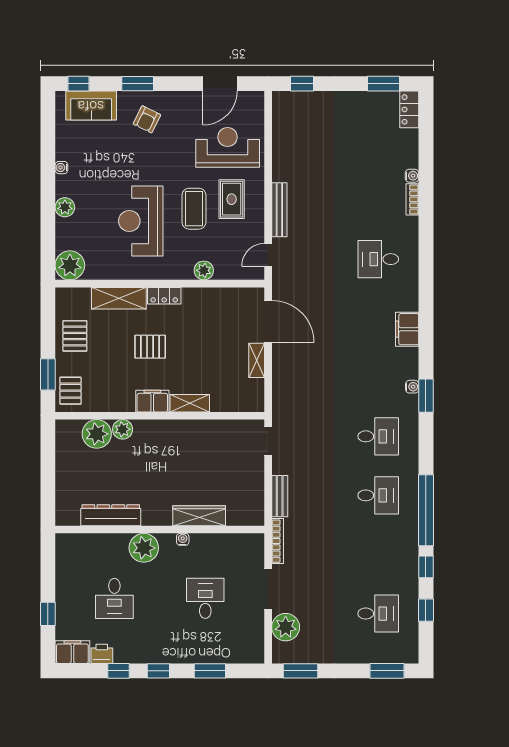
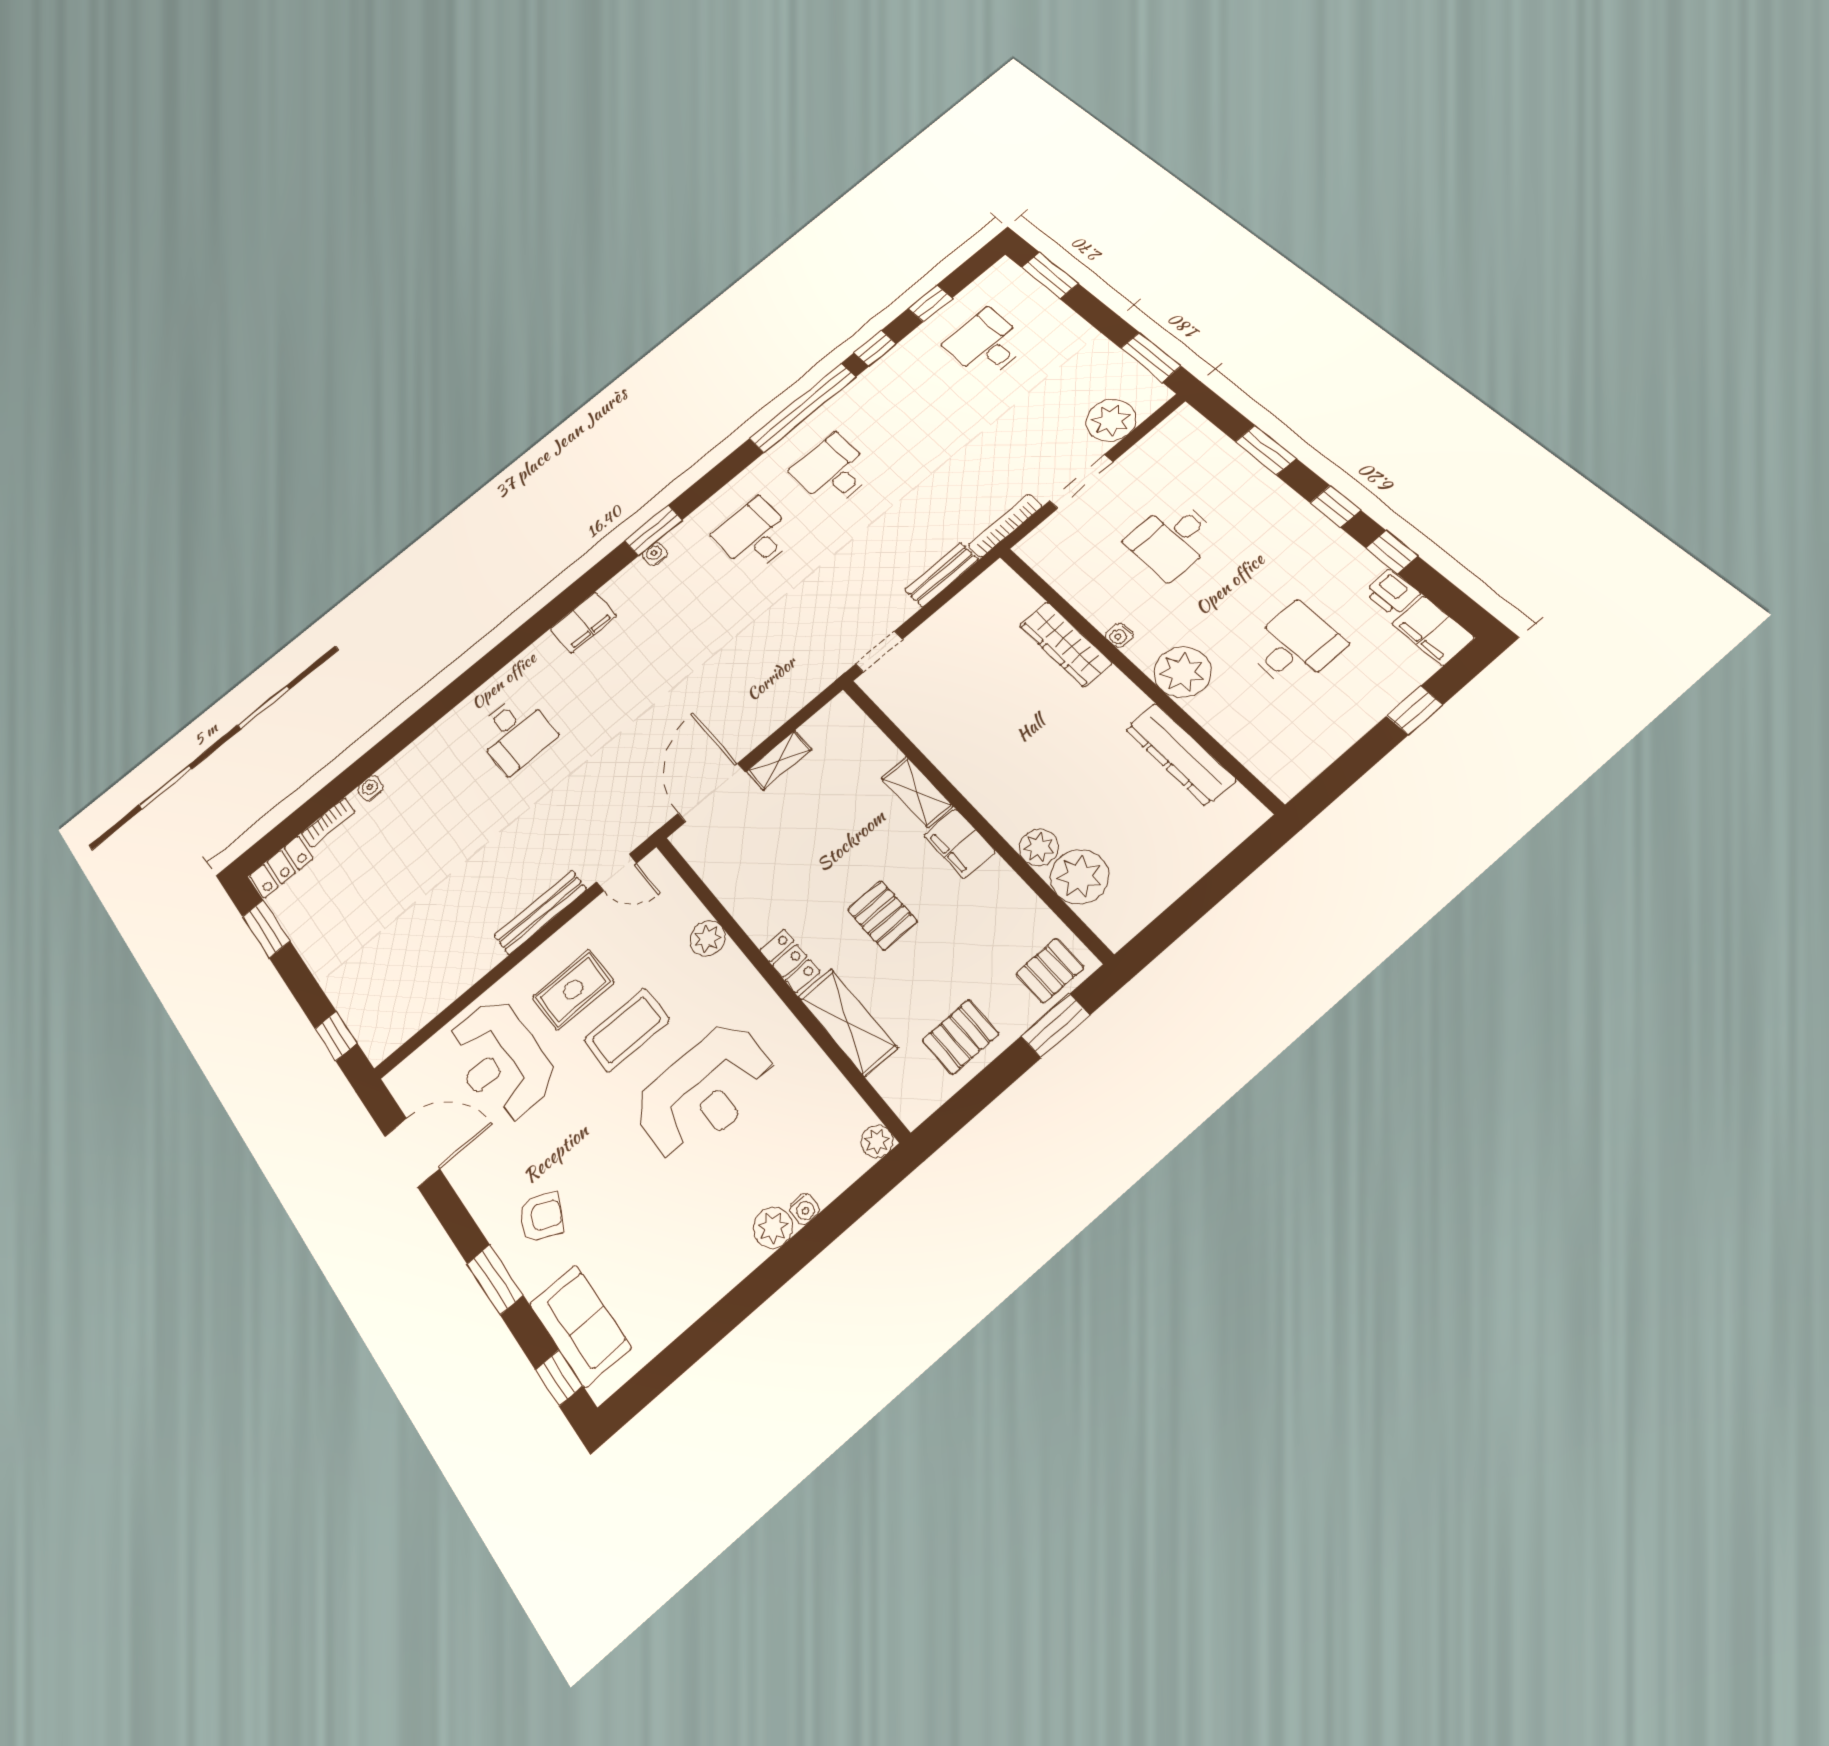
water cooler: (61, 168) -> (804, 1209), moved
bookcase: (412, 199) -> (328, 823), moved
plant: (70, 265) -> (877, 1141), width x0.53, depth x0.53

